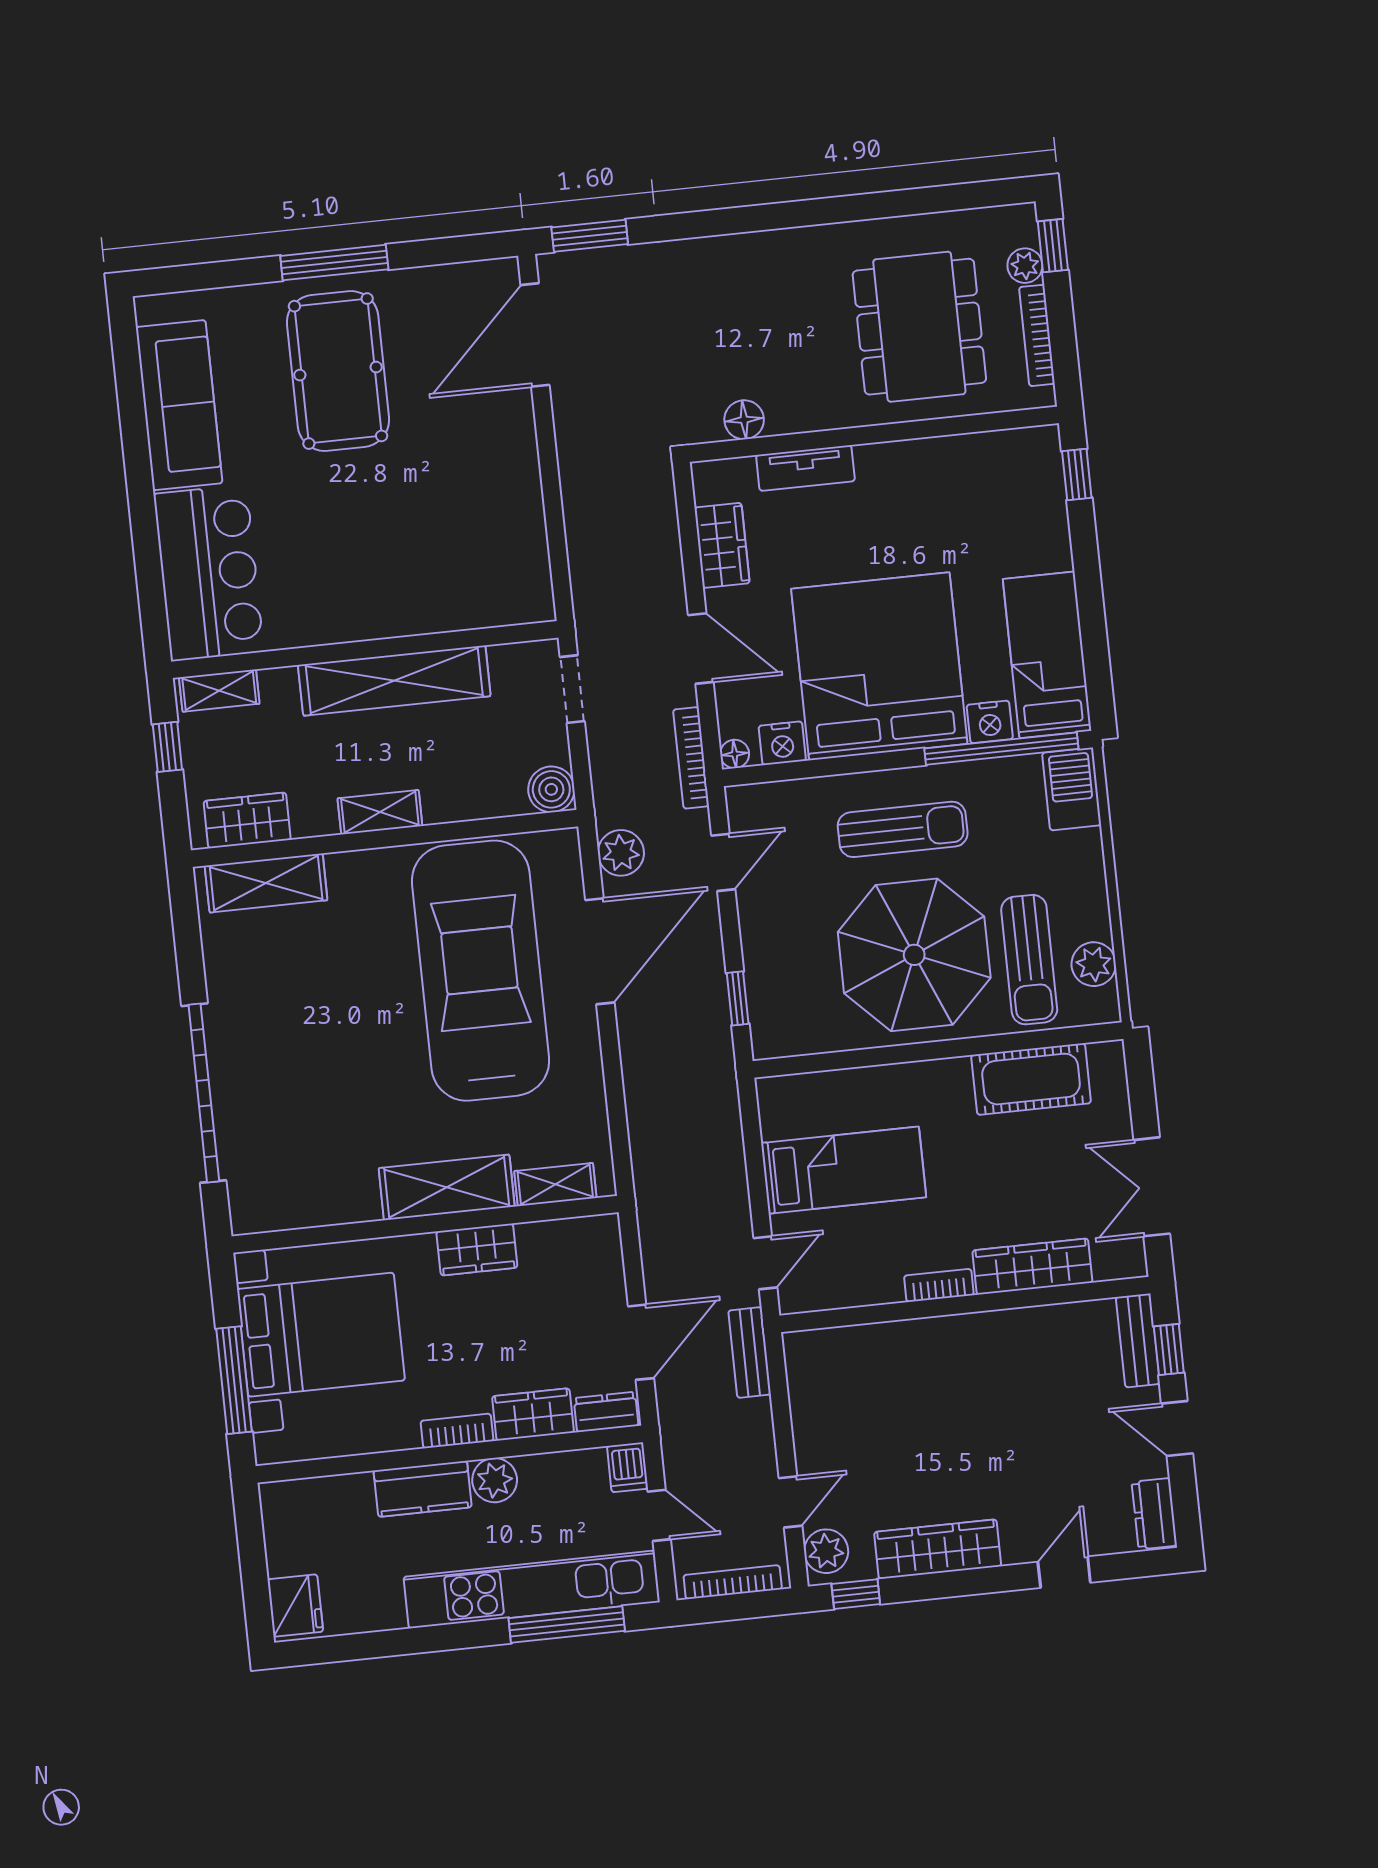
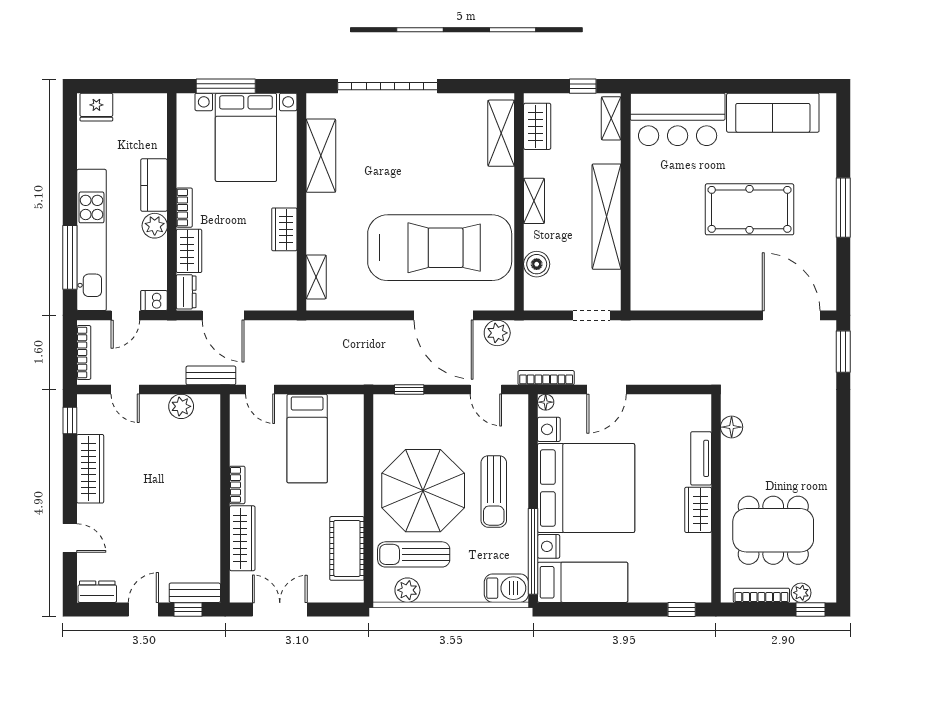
pool table: (338, 371) -> (750, 209), moved
wardrobe: (722, 545) -> (698, 510), moved, turned 90
boiler: (551, 789) -> (537, 264), moved
shelving: (447, 1187) -> (321, 156), moved
plant: (826, 1551) -> (181, 406), moved

